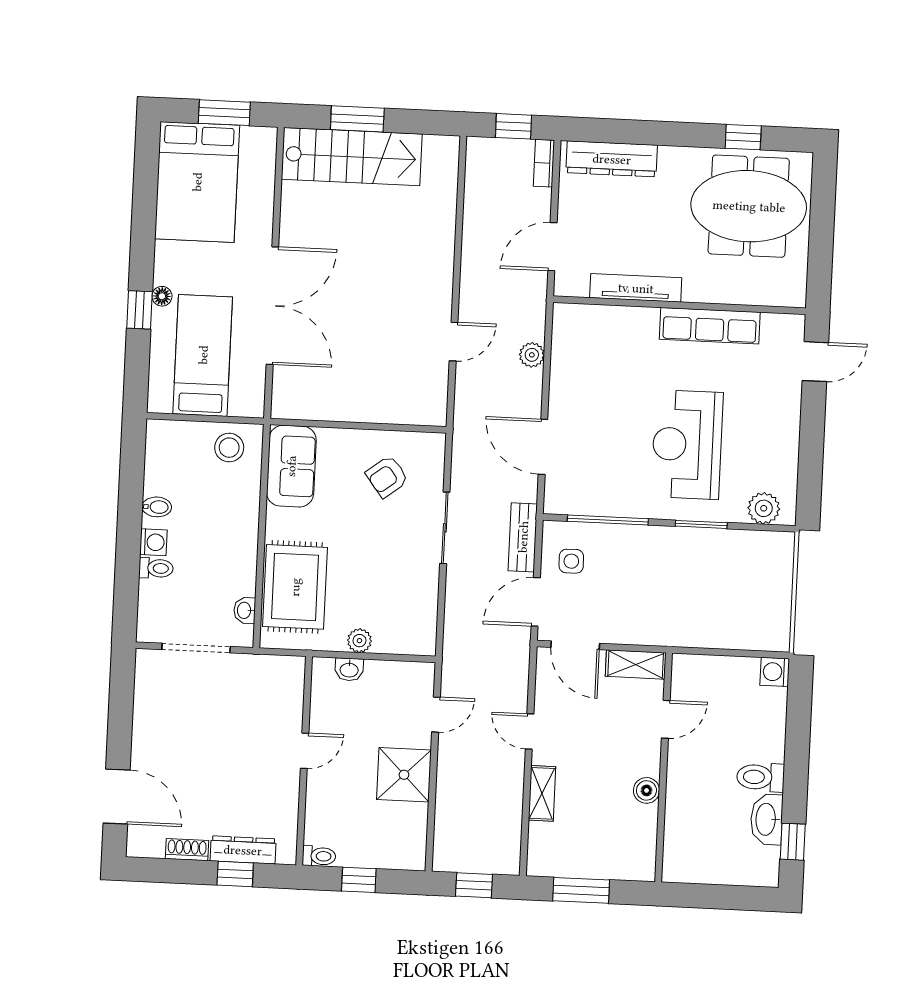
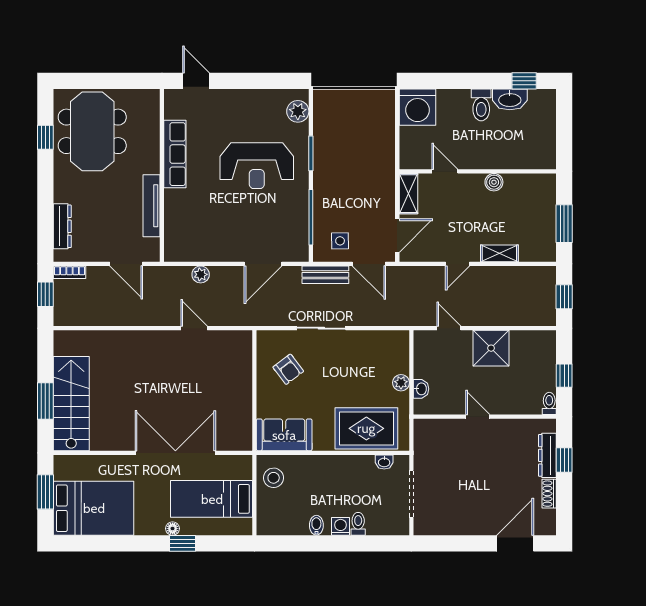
dresser: (612, 159) -> (62, 226), width x0.73, depth x0.80
washing machine: (775, 672) -> (417, 107), width x1.89, depth x1.89

